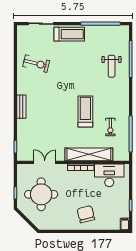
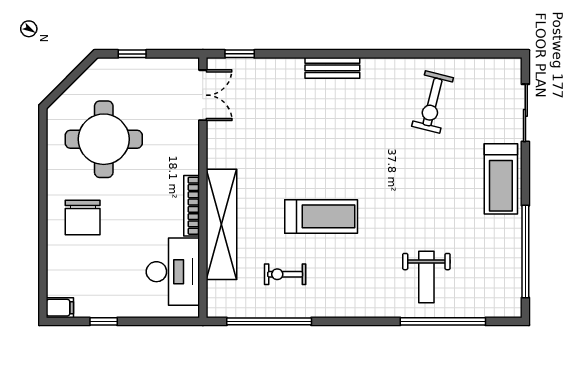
weight bench: (112, 66) -> (426, 277), turned -90
double door: (45, 162) -> (203, 95), moved
round table: (41, 194) -> (104, 139), moved
chair: (86, 214) -> (83, 217), turned 104

